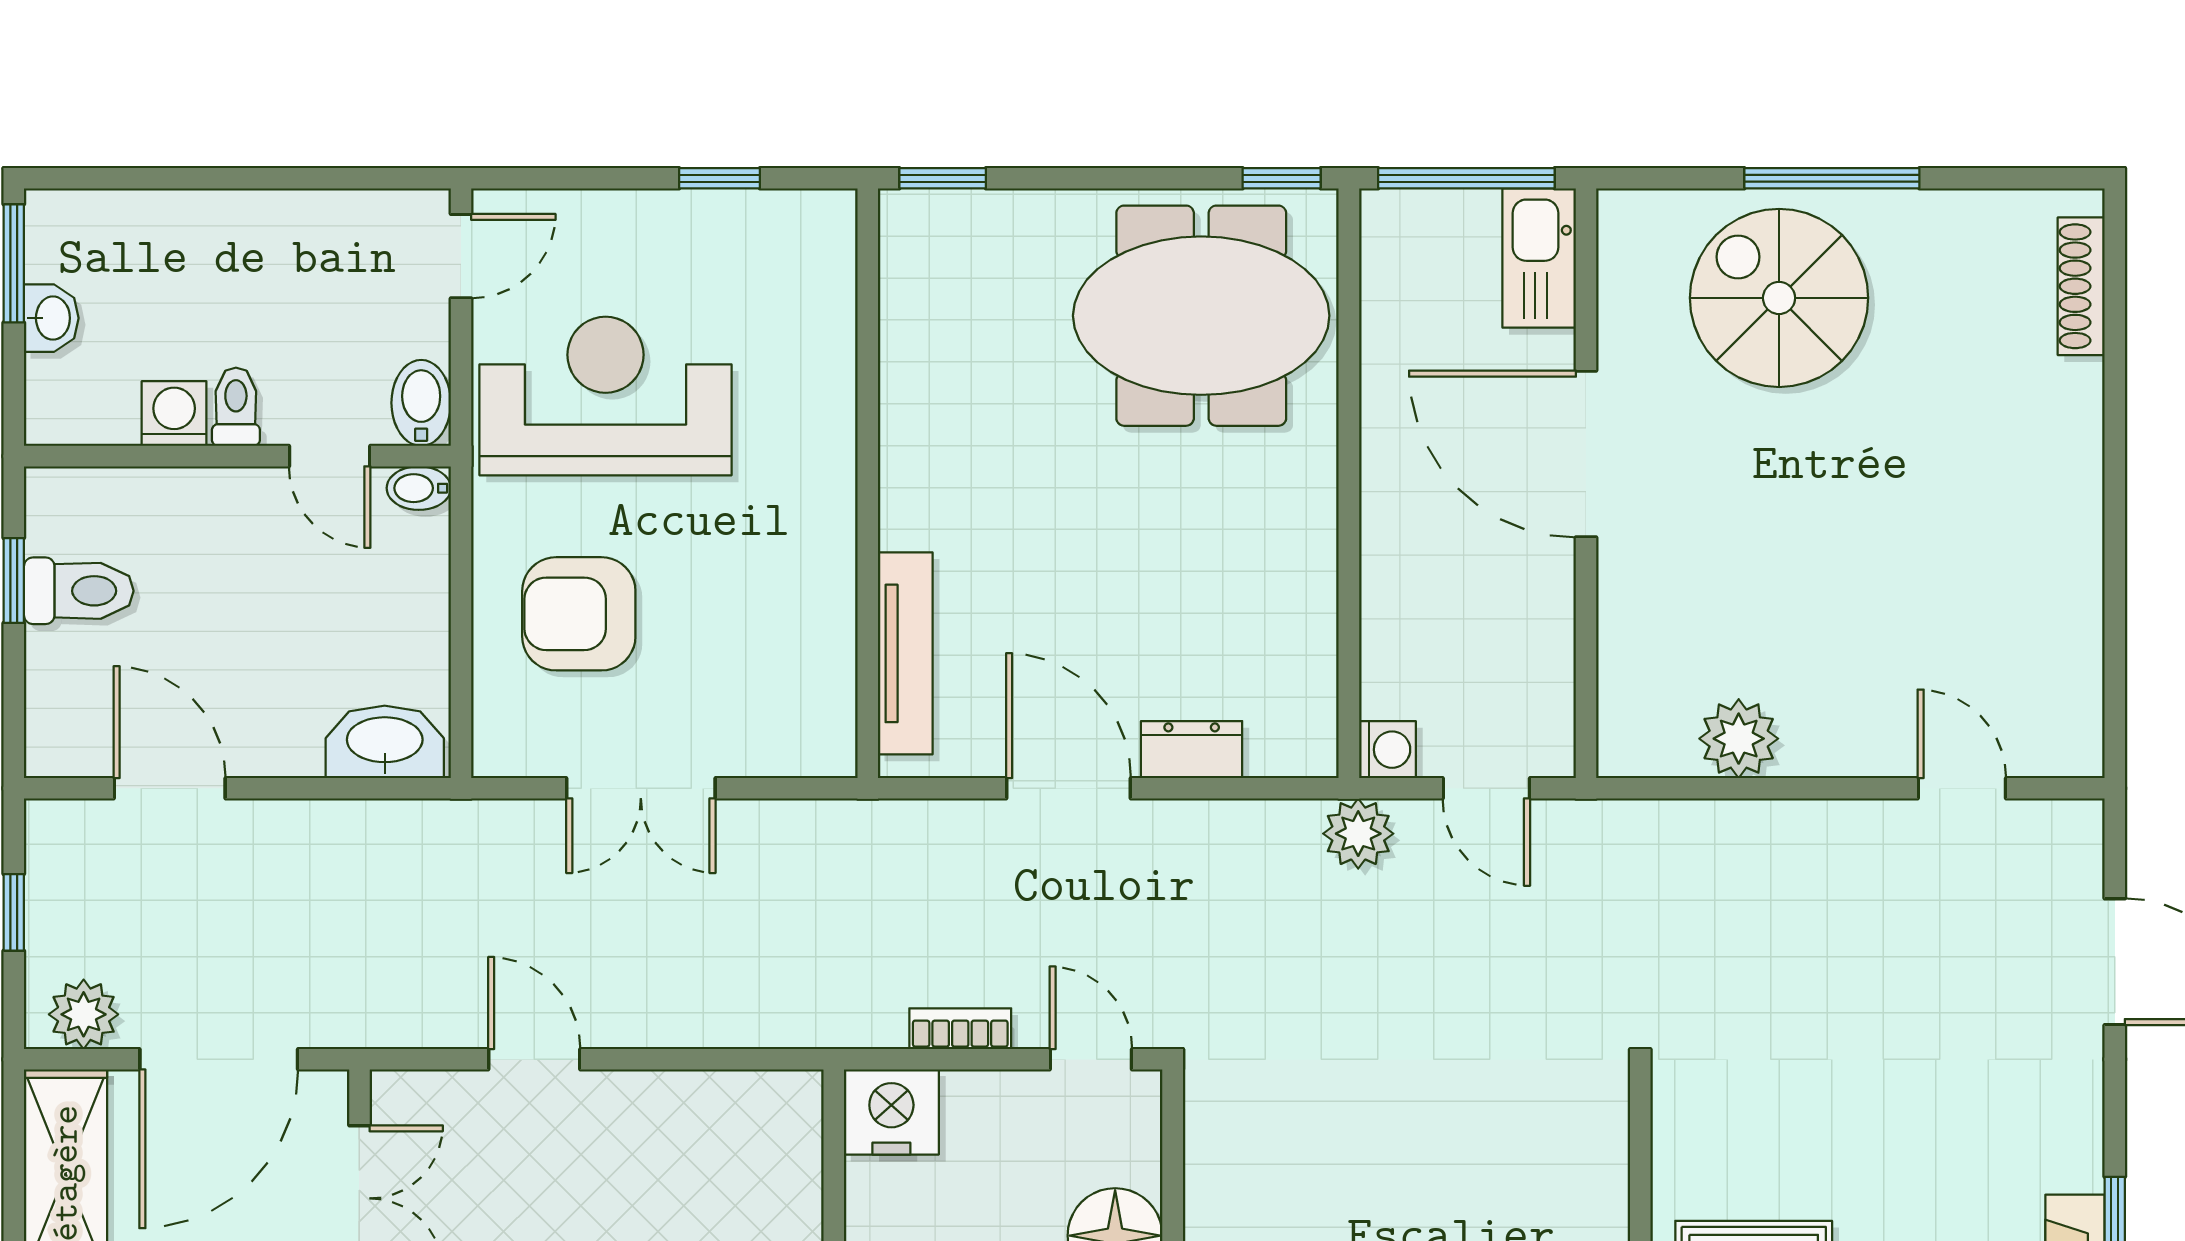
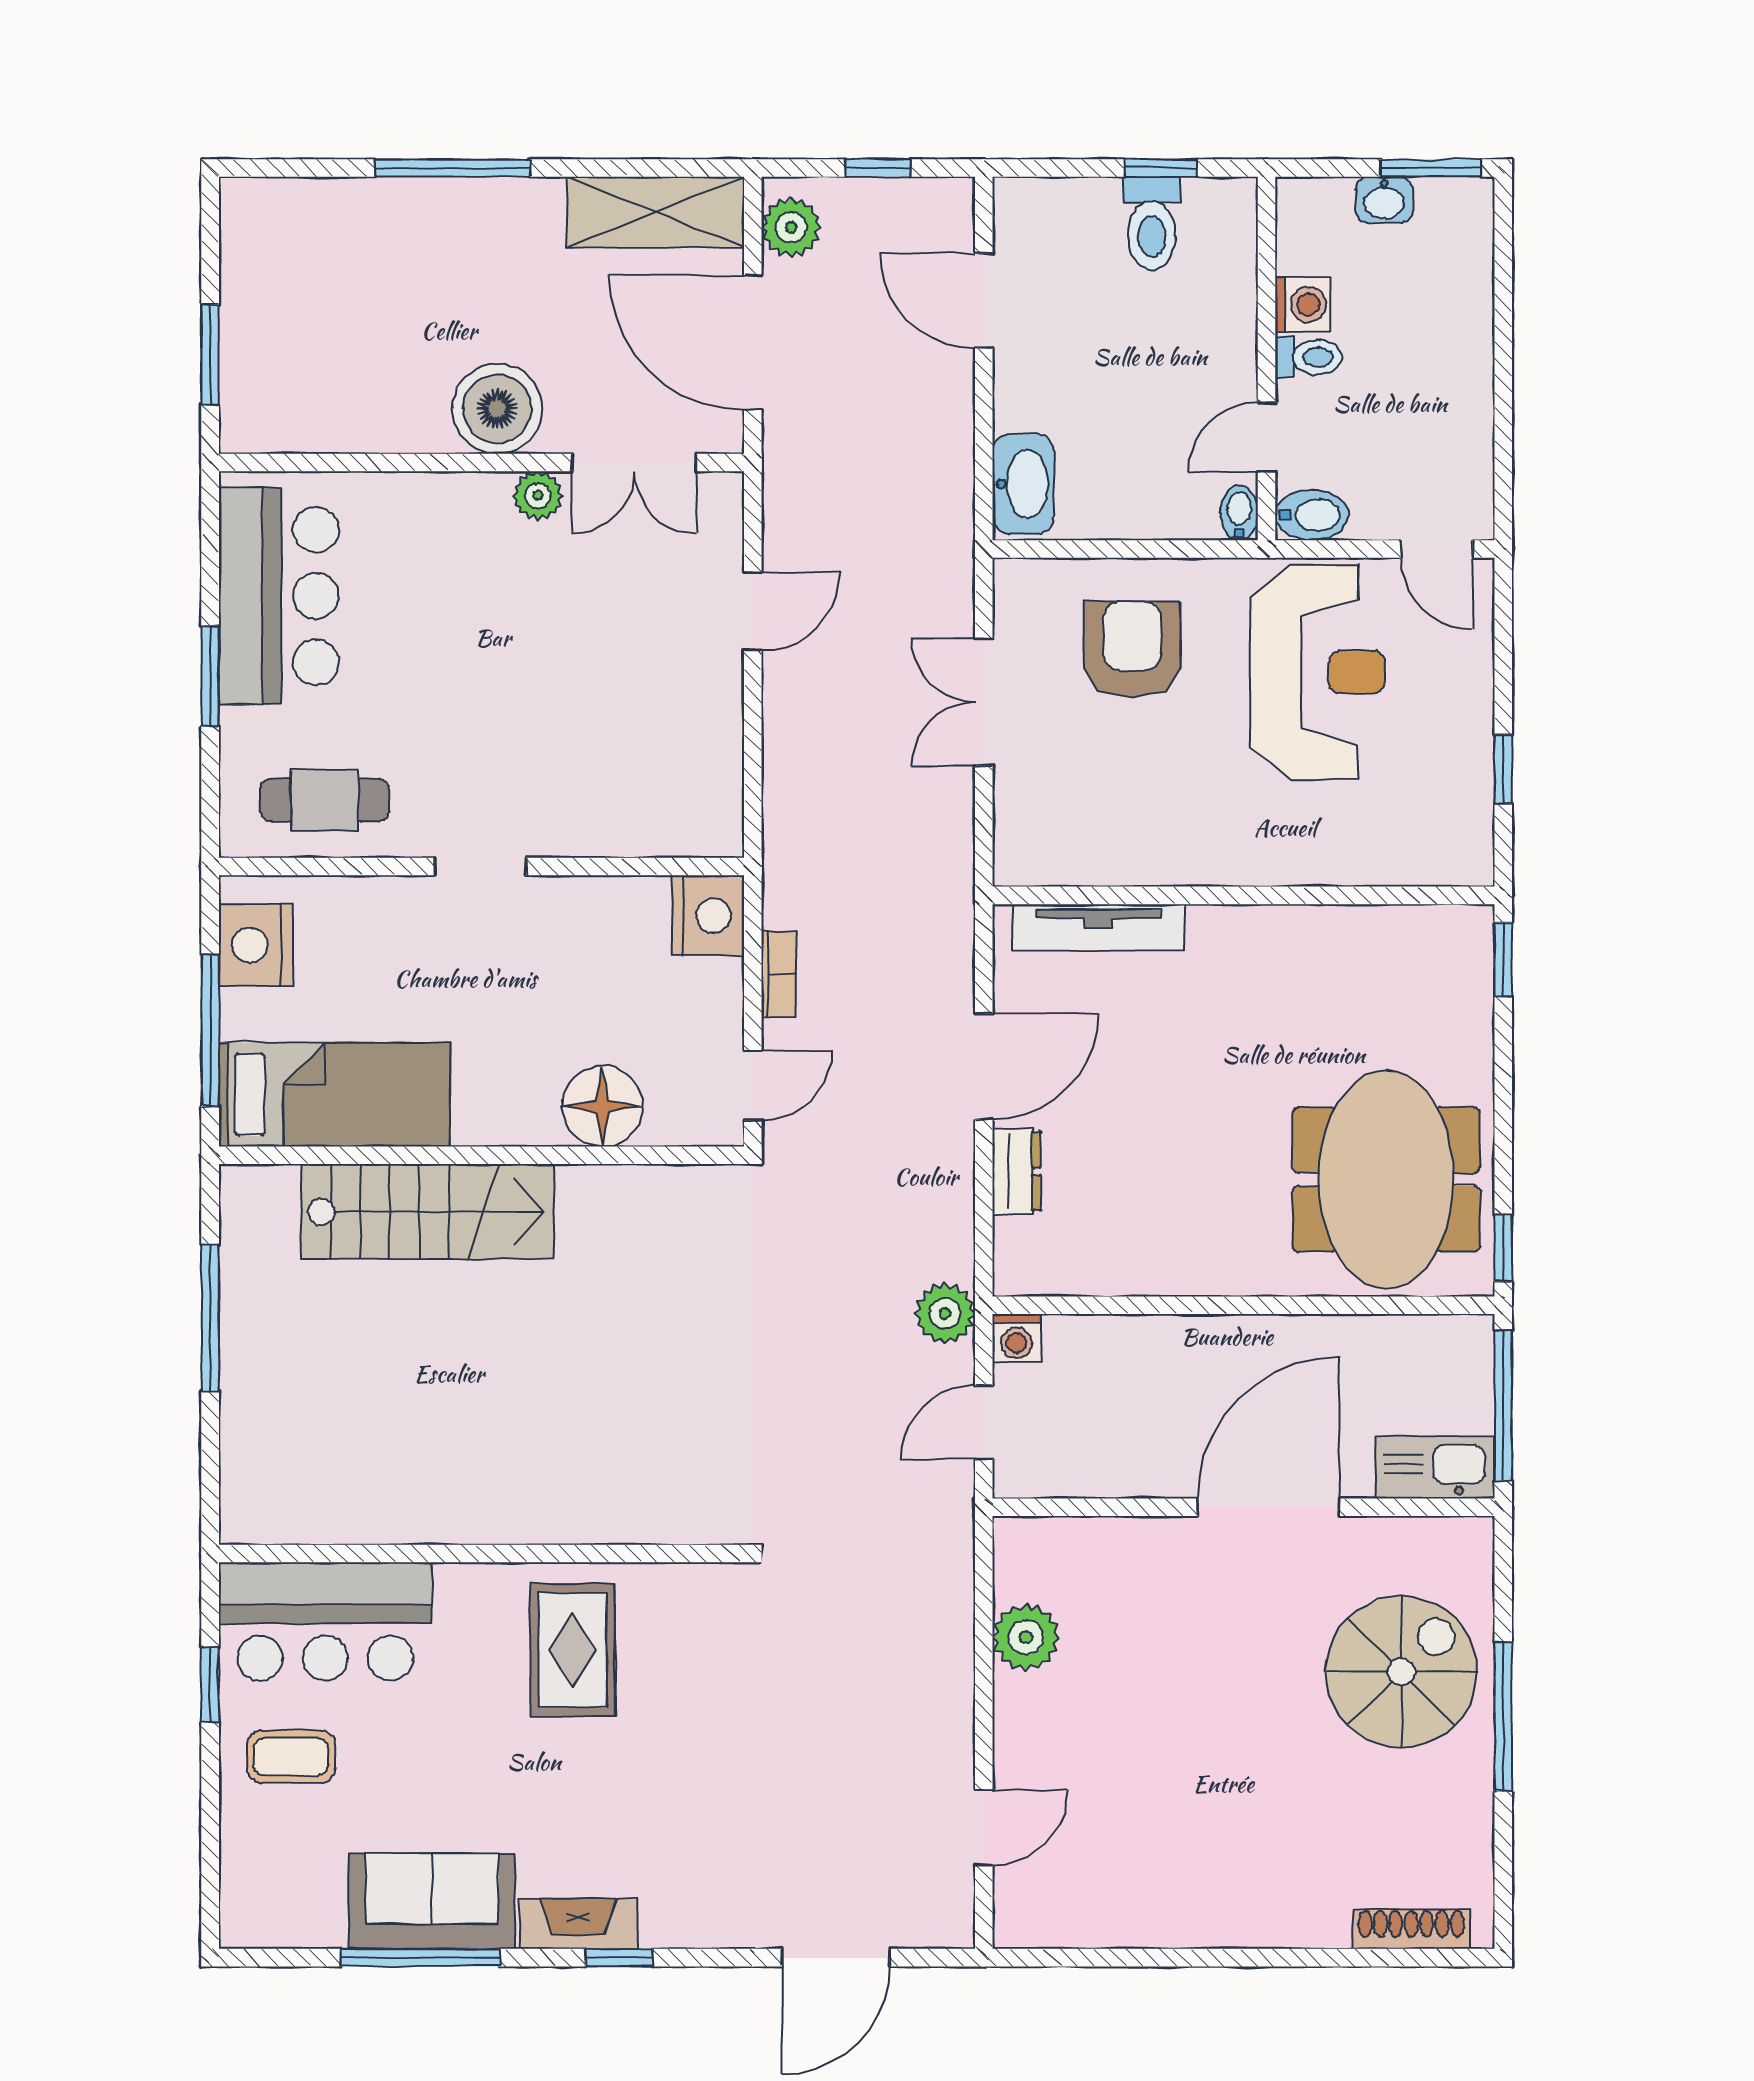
door: (170, 788) -> (984, 301), swing flipped

